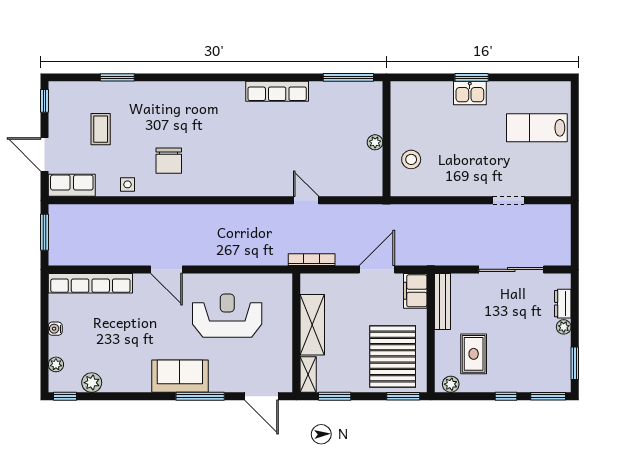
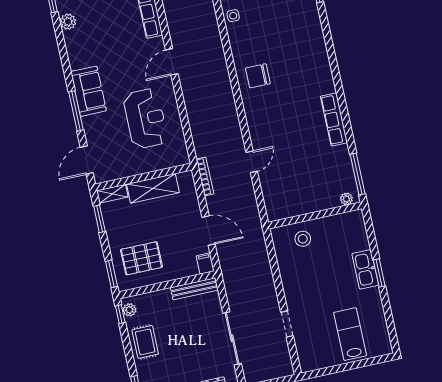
kitchen sink: (470, 93) -> (365, 269), width x1.38
plant: (375, 142) -> (346, 199), moved
chair: (169, 161) -> (258, 76), moved
filing cabinet: (415, 291) -> (205, 263), width x0.50
rug: (474, 354) -> (145, 342), moved, turned 90
pallet: (393, 356) -> (141, 258), width x0.73, depth x0.71
window: (506, 396) -> (120, 314), moved

